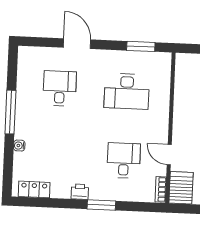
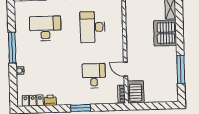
desk: (60, 88) -> (45, 28), width x1.37
desk: (127, 91) -> (92, 27), turned 90
printer: (80, 192) -> (50, 100), moved

